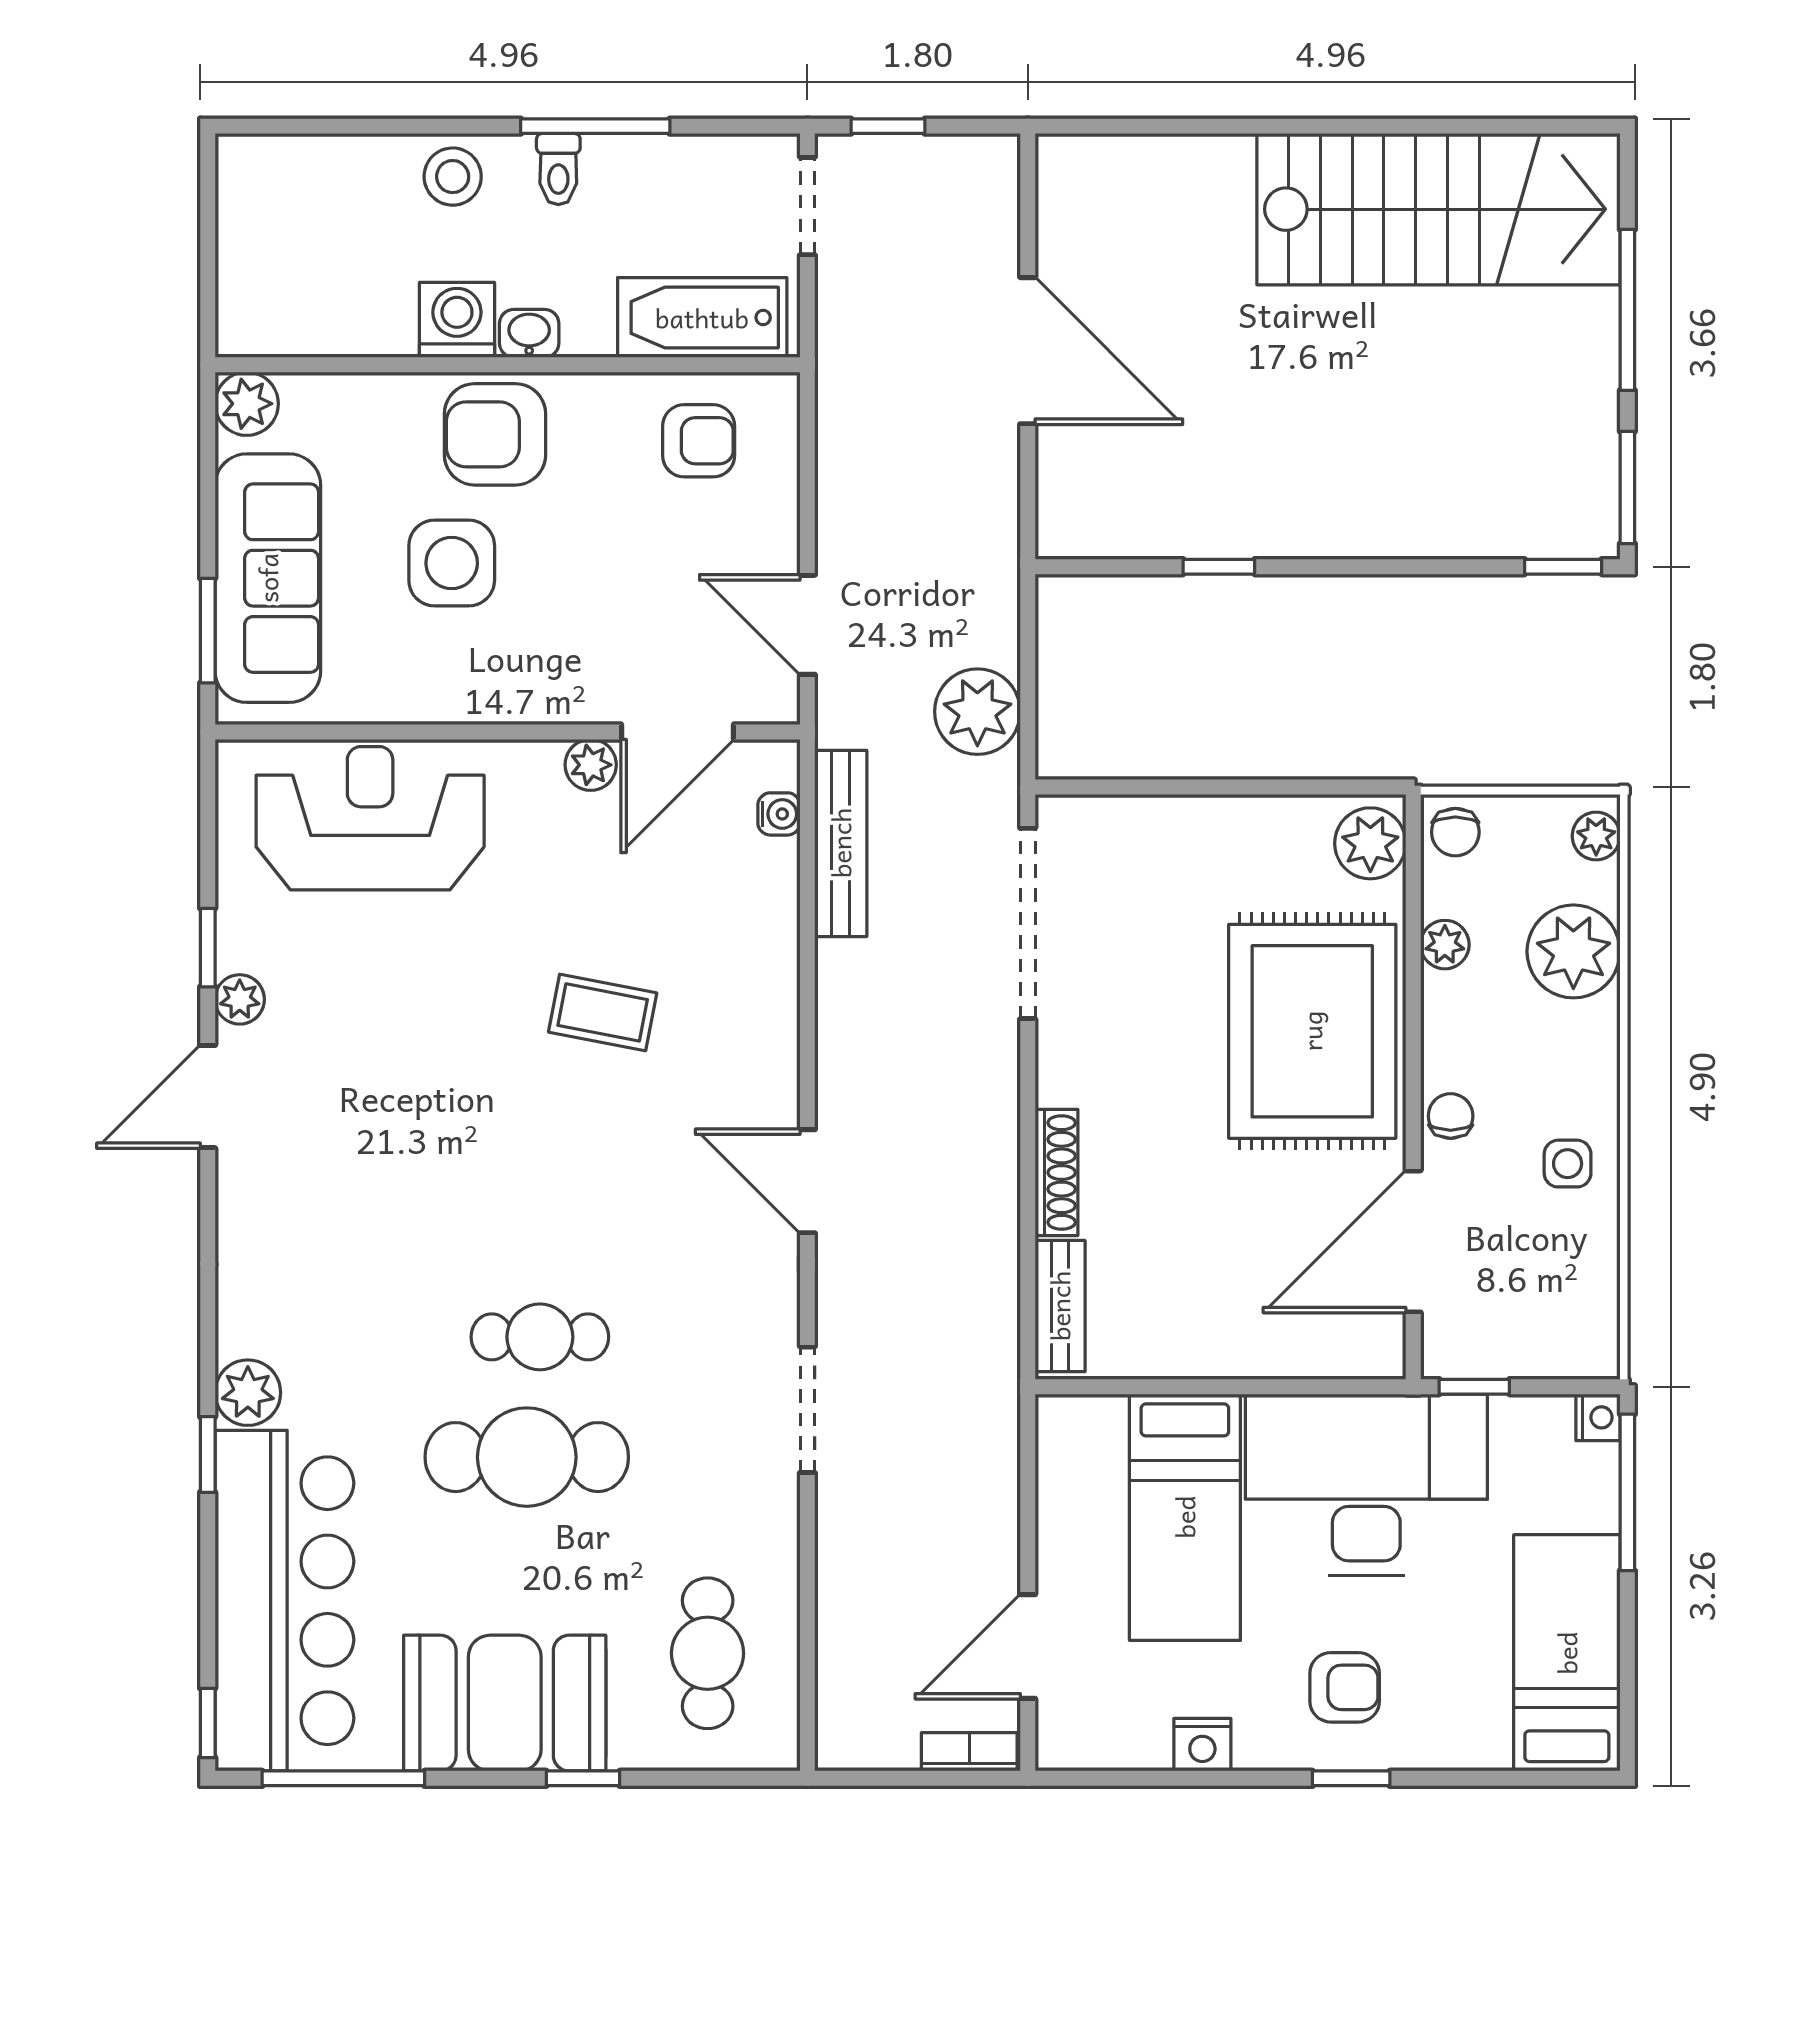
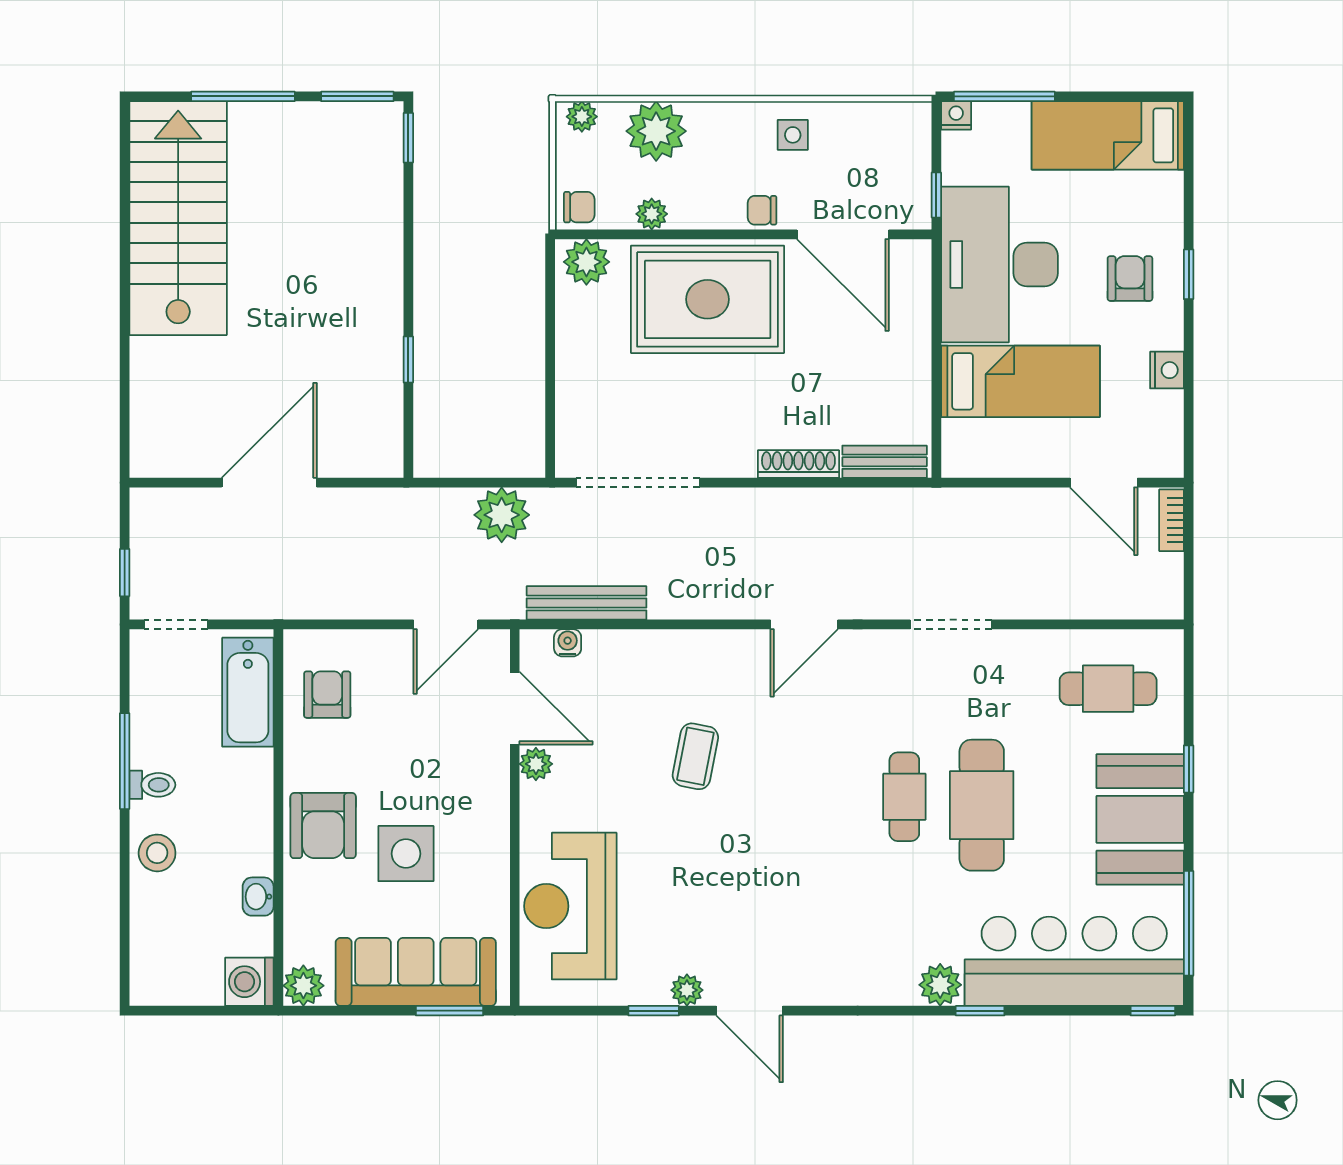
washing machine: (457, 320) -> (249, 982), moved
washbasin: (529, 333) -> (258, 897), moved

